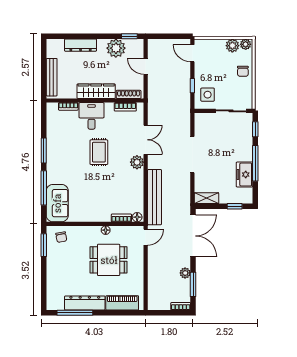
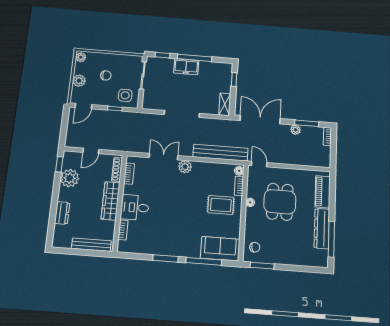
dresser: (81, 45) -> (62, 213), width x0.70
plant: (232, 46) -> (79, 81), moved
chair: (243, 71) -> (106, 75), moved
rug: (99, 152) -> (221, 205), moved
freezer: (245, 175) -> (186, 67), moved

